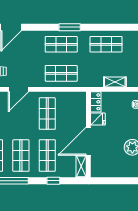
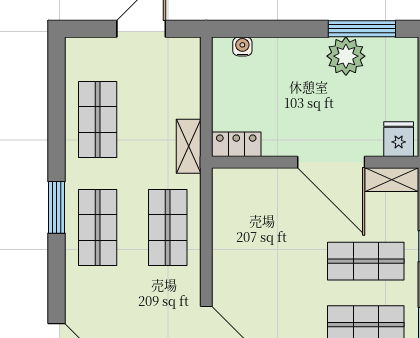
shelving: (115, 82) -> (189, 146), moved
shop shelf: (47, 114) -> (265, 261), removed
fridge: (98, 119) -> (399, 139), moved

